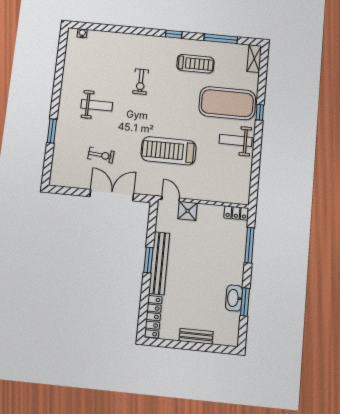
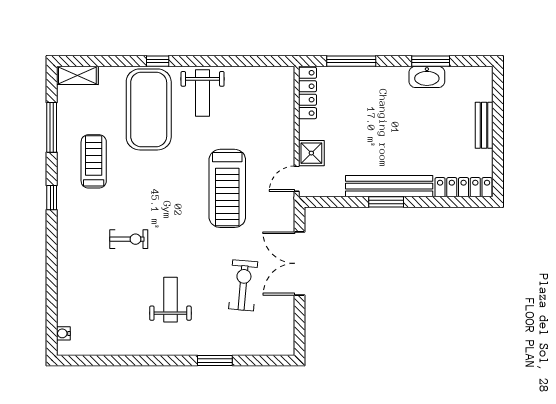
exercise bike: (101, 155) -> (243, 285), width x1.38, depth x1.39
locker: (236, 213) -> (307, 93), width x1.53

